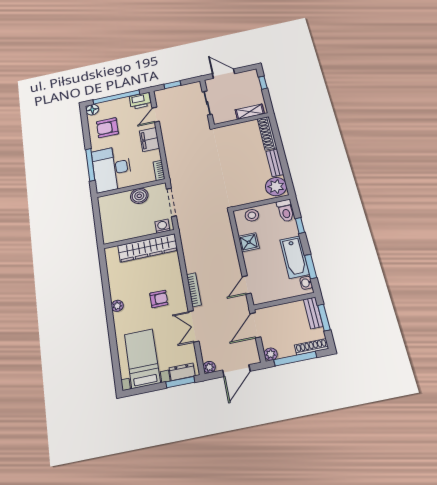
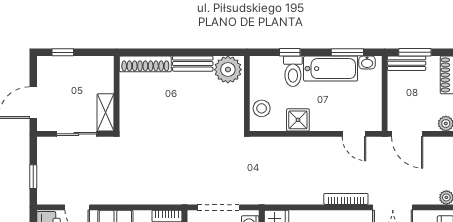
shelving: (250, 112) -> (106, 112), moved
toilet: (286, 211) -> (293, 71), moved, turned 90

